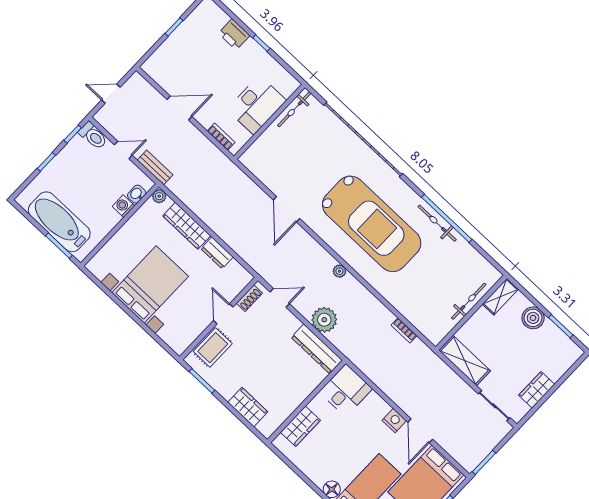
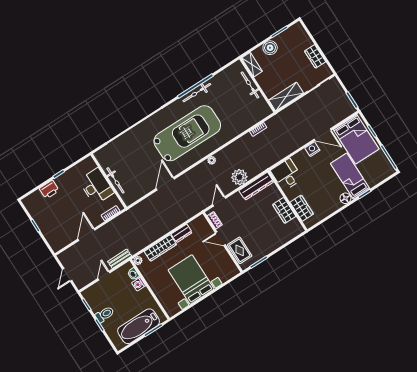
bicycle: (294, 109) -> (115, 180), moved
toilet: (93, 136) -> (105, 314), moved
door: (286, 209) -> (165, 184), swing flipped
wardrobe: (248, 407) -> (284, 210), moved, turned -90

